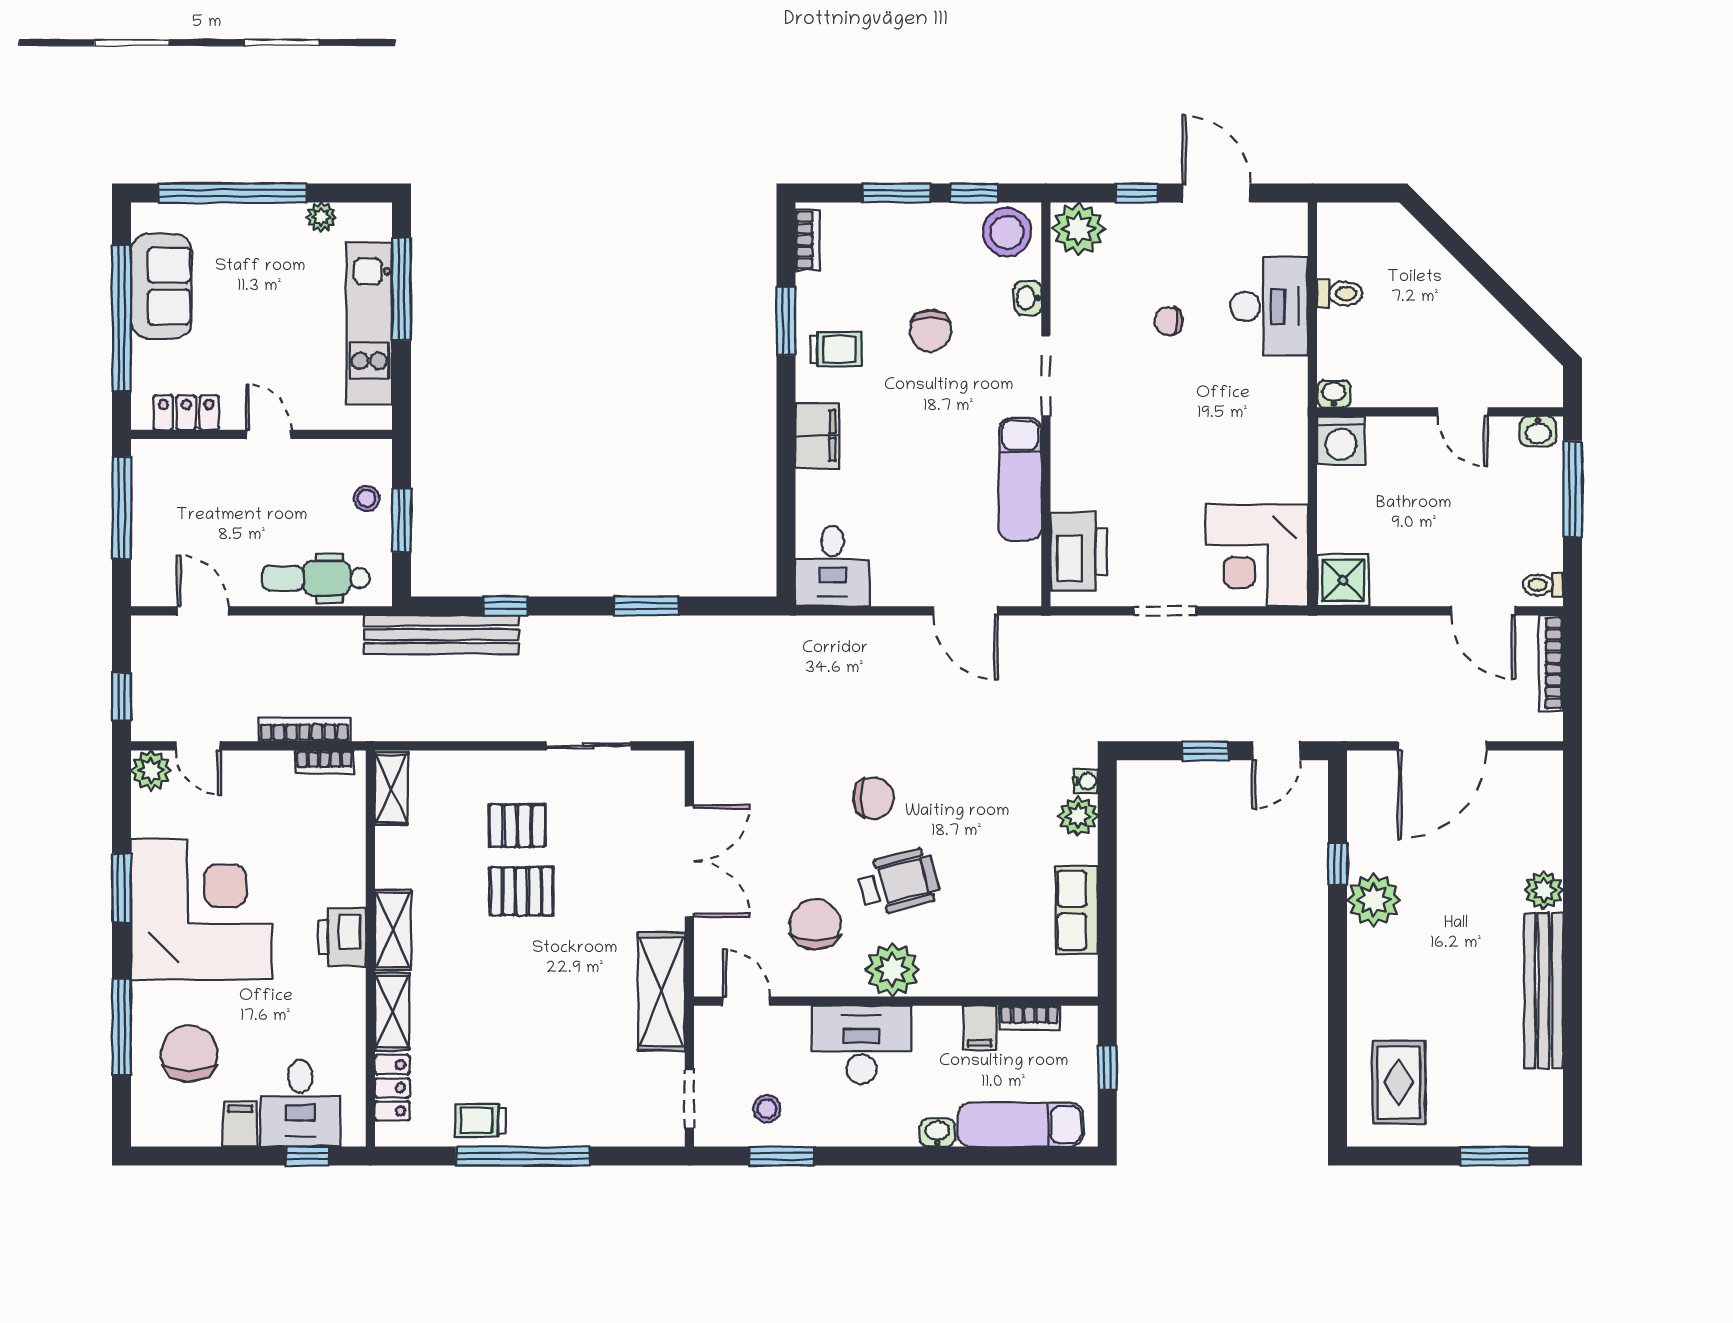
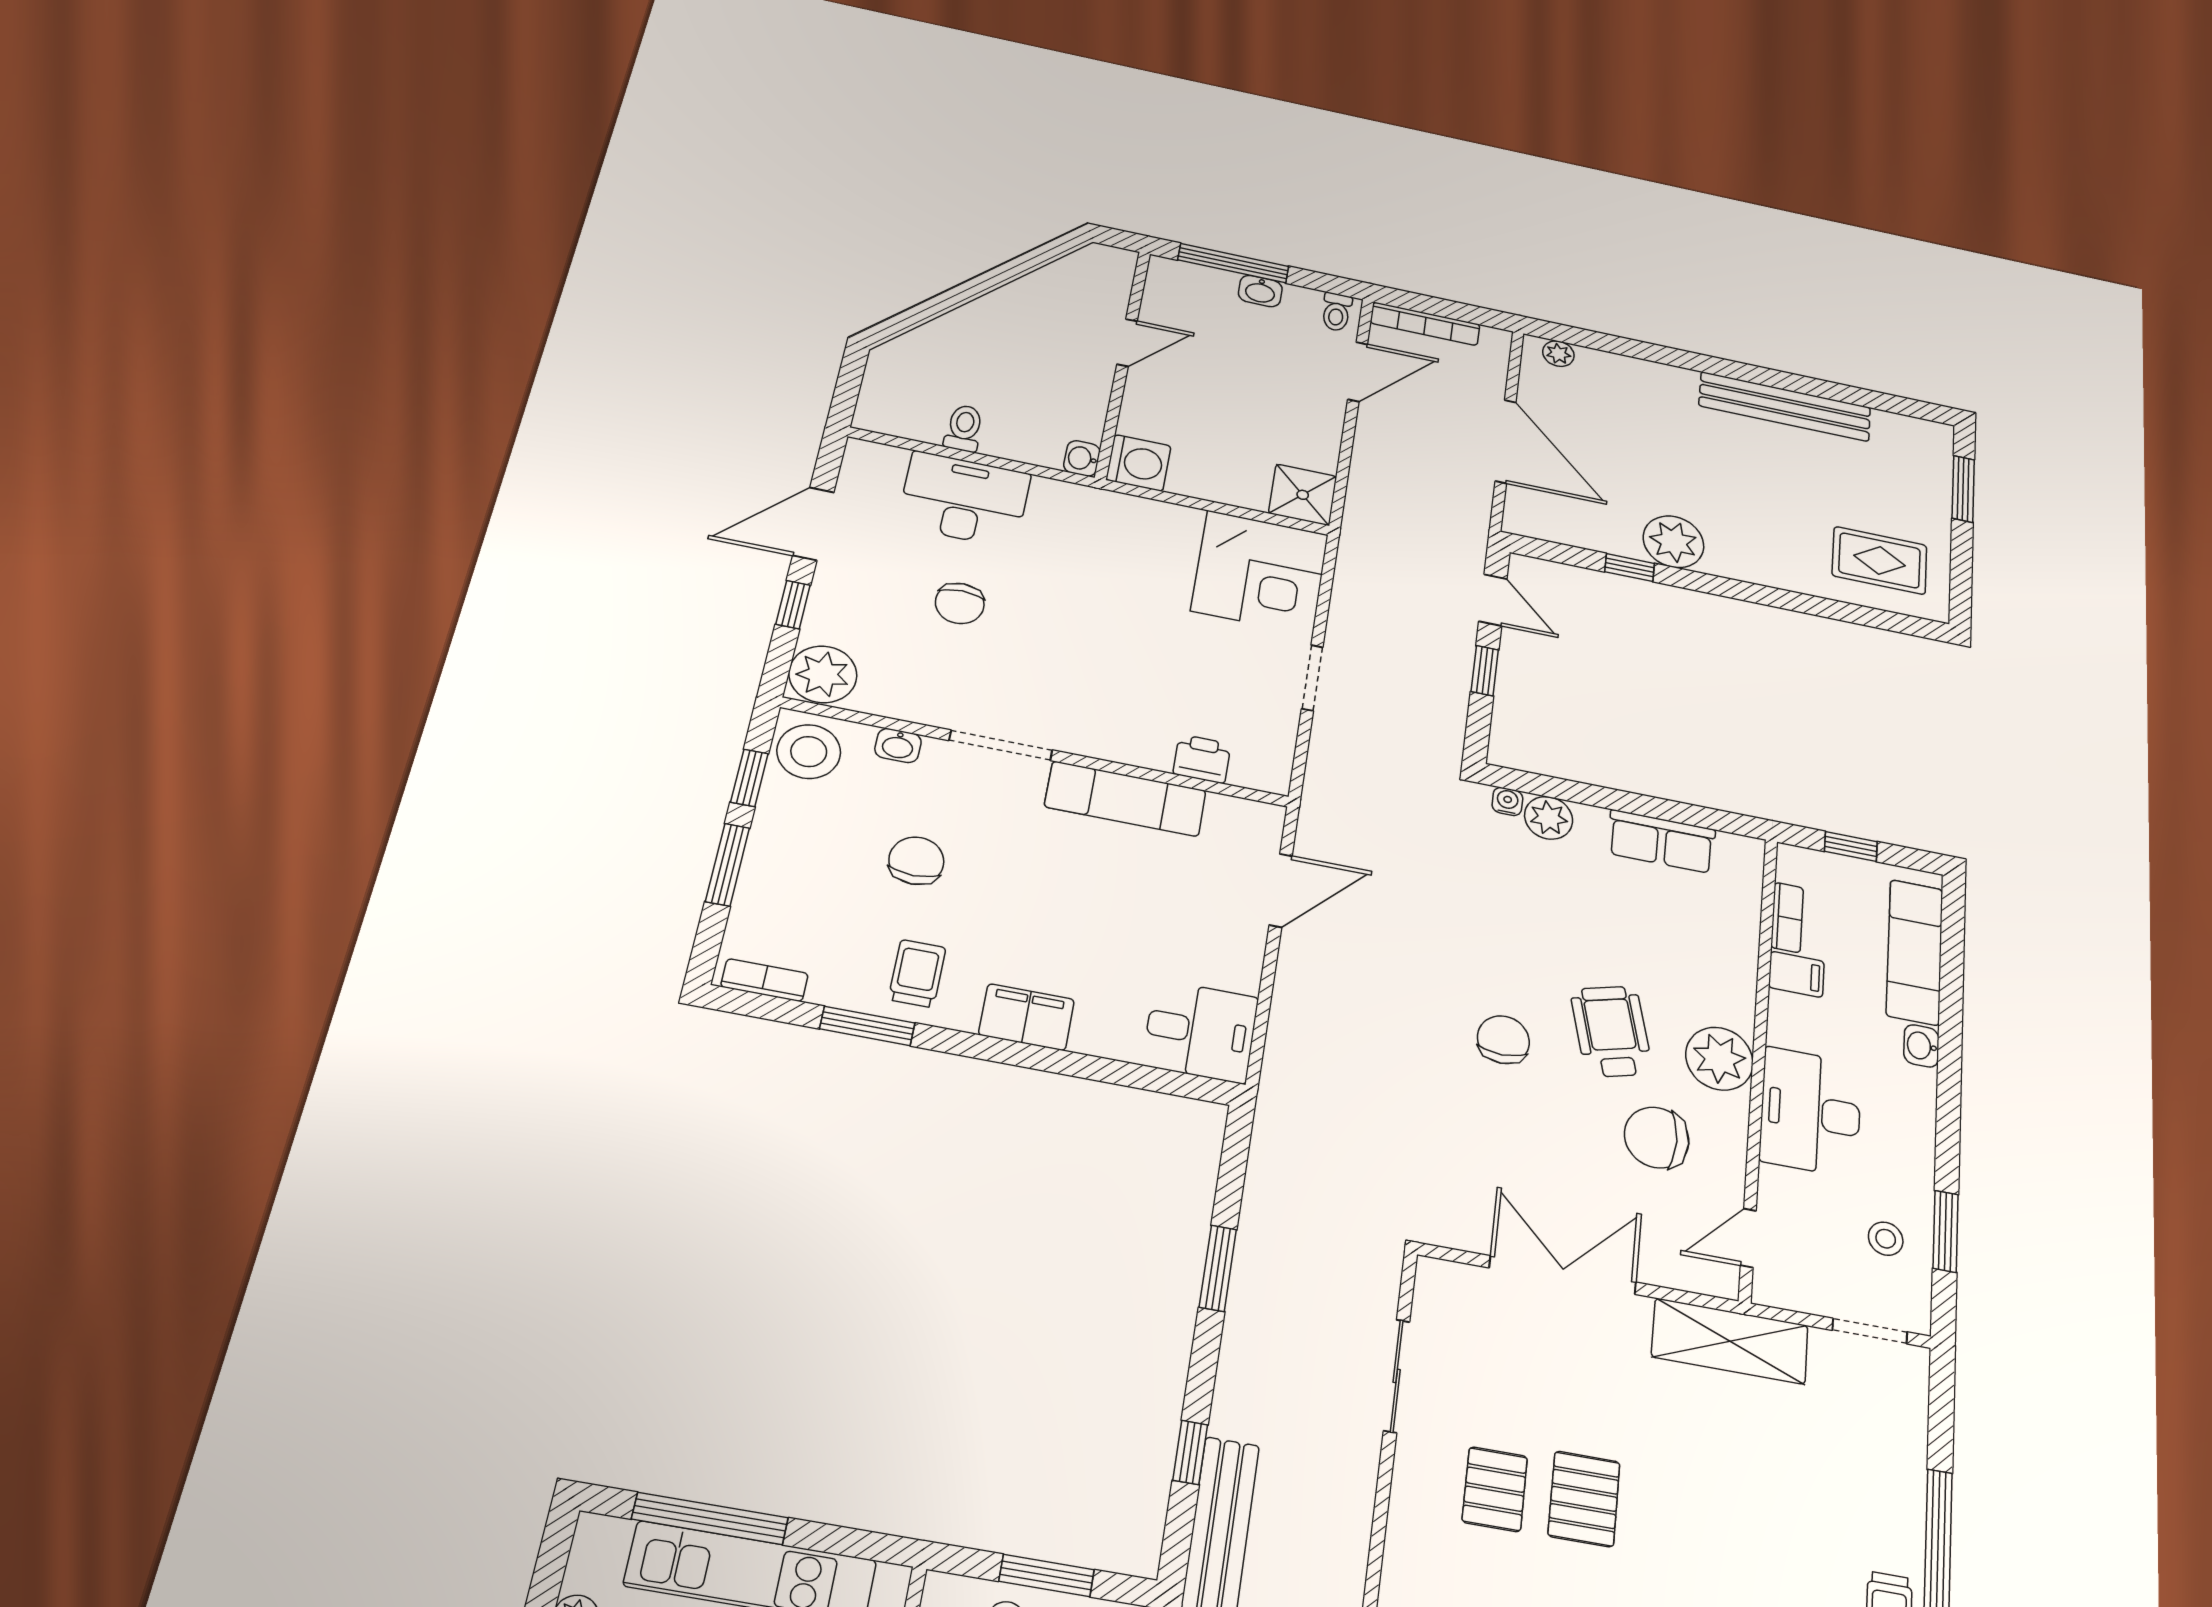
chair: (1169, 321) -> (960, 604), width x1.37, depth x1.37
chair: (931, 331) -> (916, 861), turned -90
washbasin: (1538, 431) -> (1260, 291), moved, turned 90
printer: (1079, 552) -> (1202, 759), width x0.53, depth x0.68
plant: (1544, 890) -> (1558, 354), moved, width x0.73, depth x0.73

